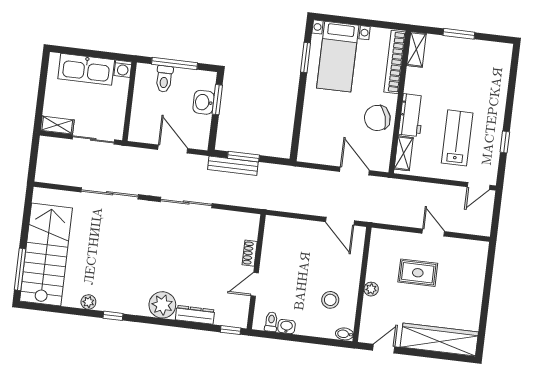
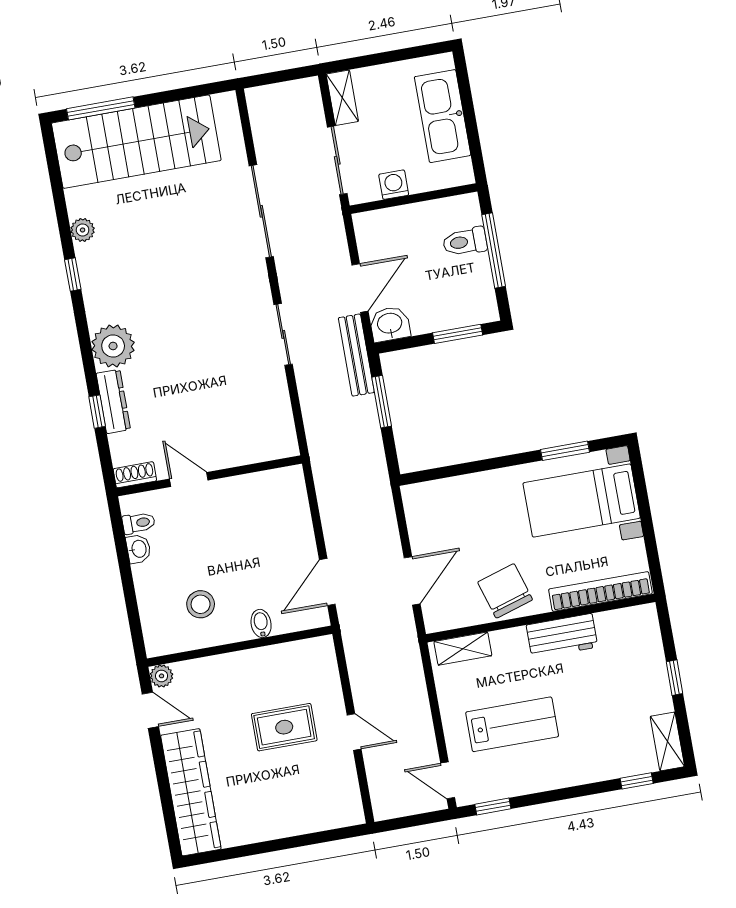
window: (459, 34) -> (675, 678), width x0.67
shelving: (416, 49) -> (667, 741), moved, turned 90
washing machine: (123, 69) -> (394, 185), moved, turned 90
window: (513, 75) -> (637, 781), added
washbasin: (204, 102) -> (390, 324), moved
workbench: (411, 115) -> (562, 636), moved
window: (505, 142) -> (493, 807), moved
bench: (233, 166) -> (356, 355), moved
sliding door: (186, 203) -> (283, 334), width x0.73
door: (433, 232) -> (354, 732), hinge flipped
shoe rack: (250, 253) -> (135, 475), moved
rug: (418, 273) -> (284, 727), turned 90
plant: (371, 289) -> (162, 676), moved
window: (231, 330) -> (97, 412), moved
bidet: (344, 334) -> (261, 623), moved

